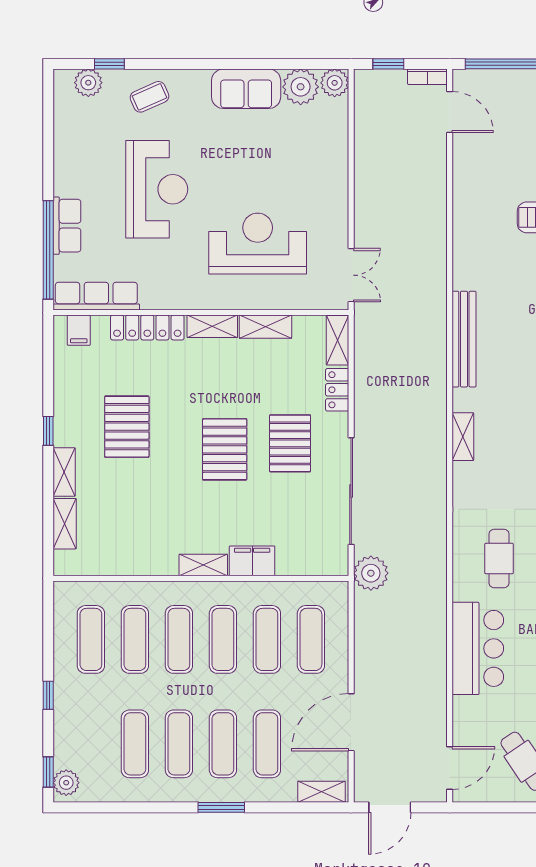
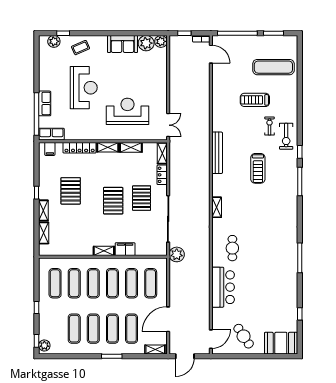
row of seats: (96, 296) -> (51, 134), width x0.68
shelving: (463, 437) -> (217, 207), moved

